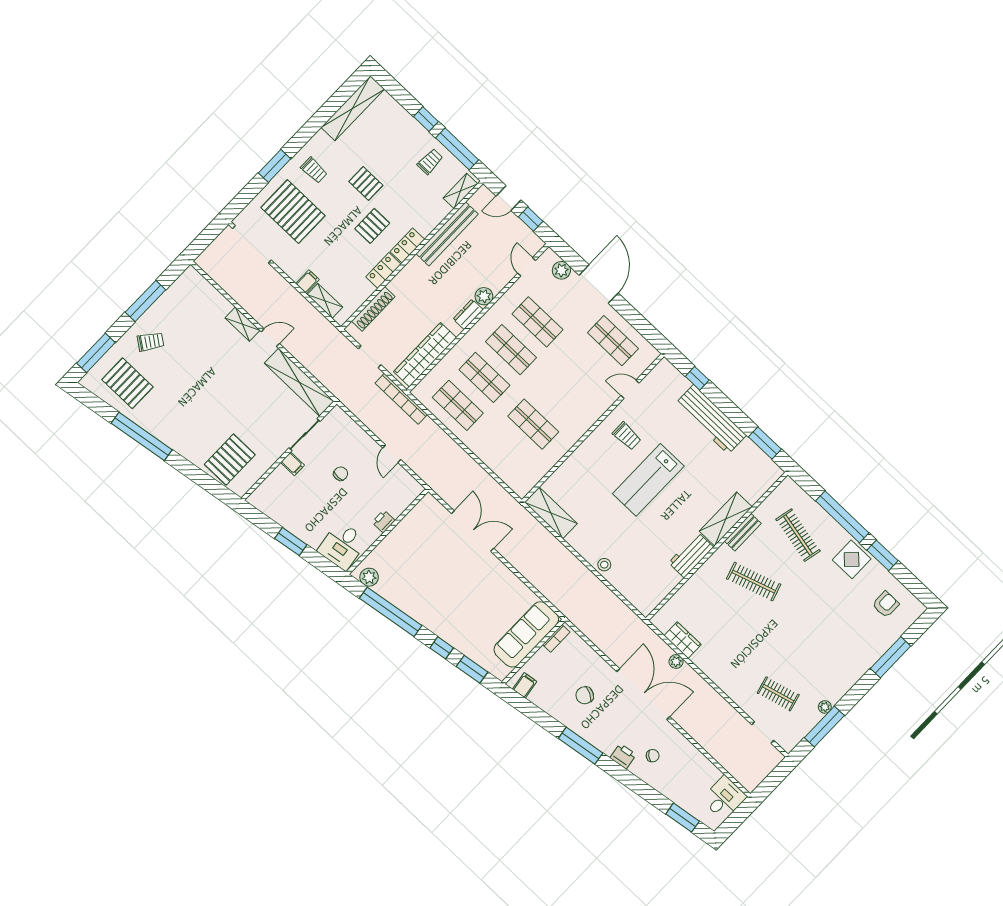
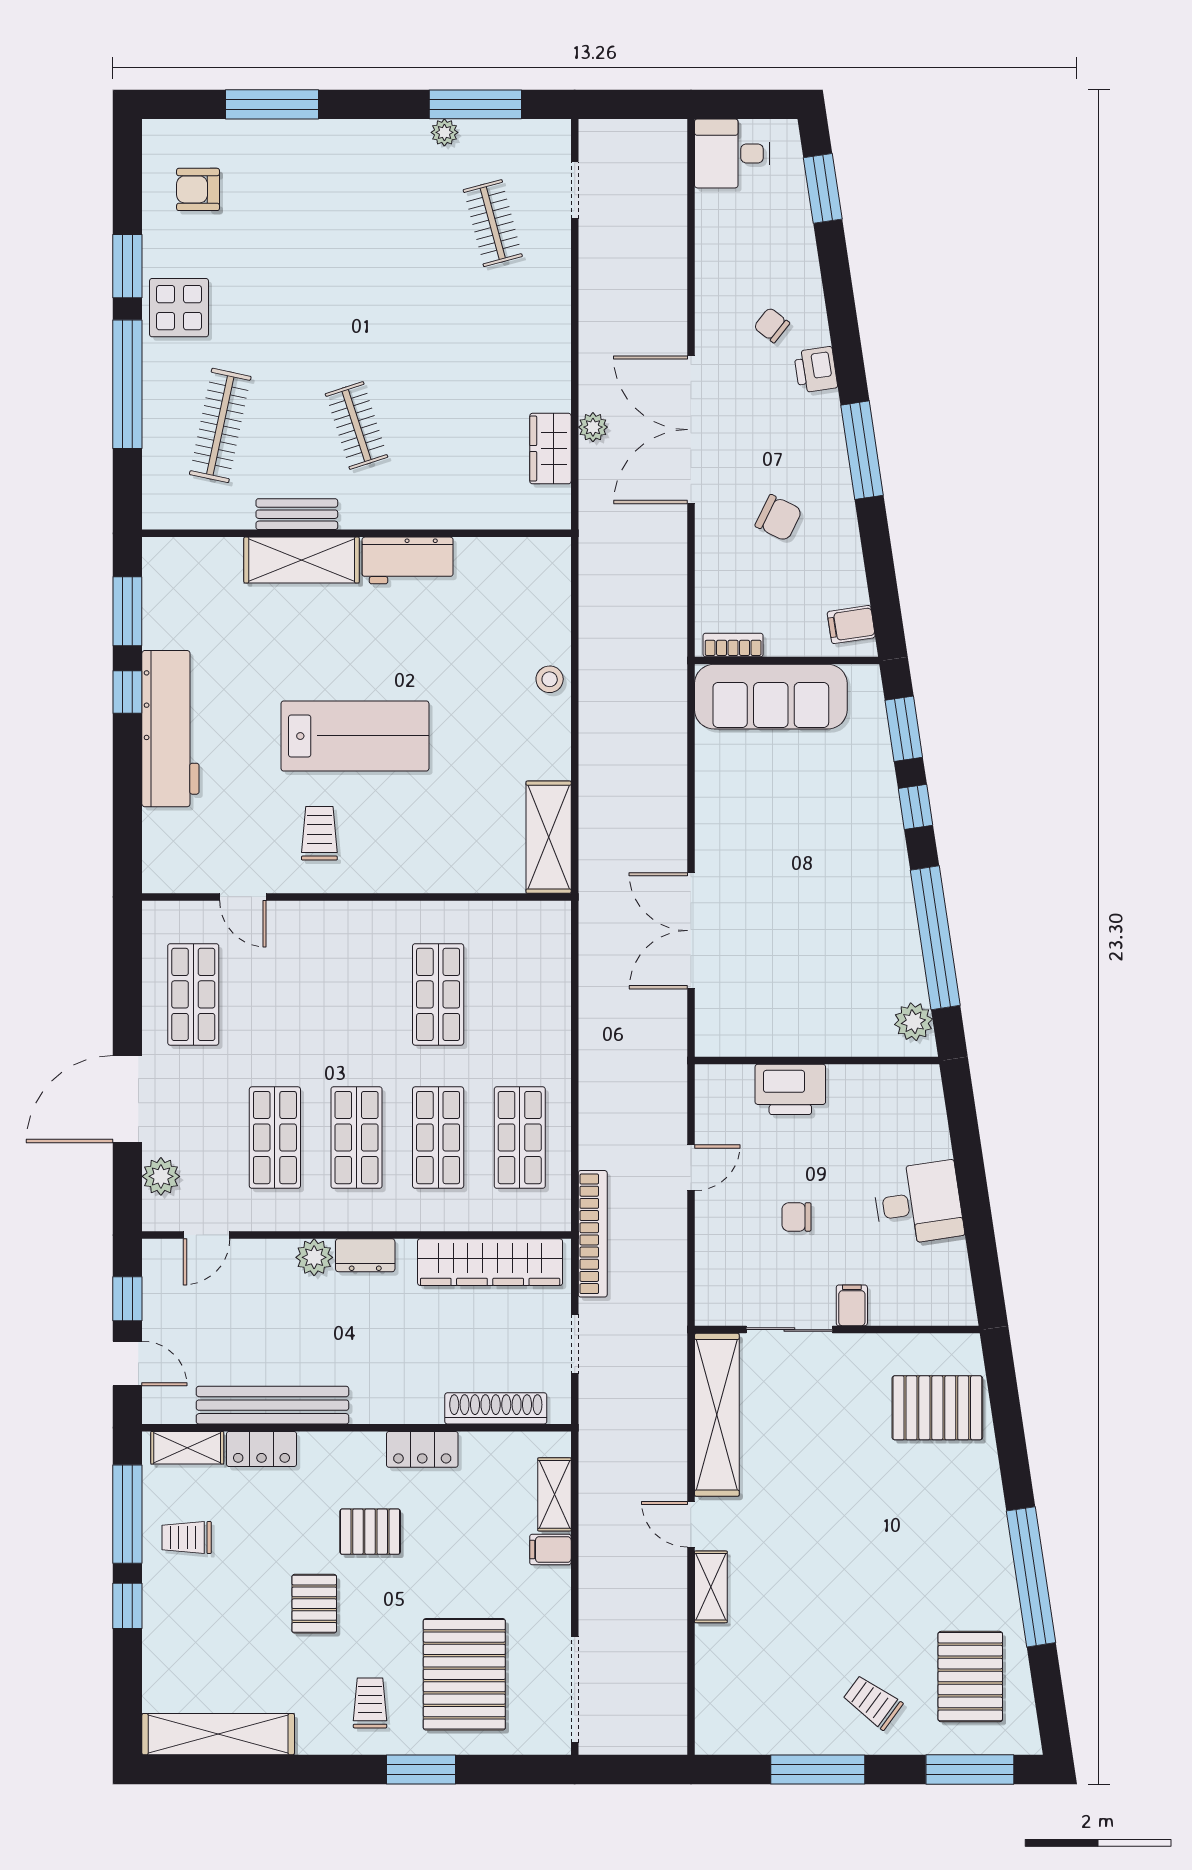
locker: (407, 246) -> (261, 1449), moved
window: (697, 378) -> (127, 692), moved
printer: (384, 521) -> (790, 1089), width x1.87, depth x1.48
window: (291, 542) -> (974, 1194), removed
desk: (342, 546) -> (918, 1203), moved
clothes rail: (754, 582) -> (356, 425), width x0.73

